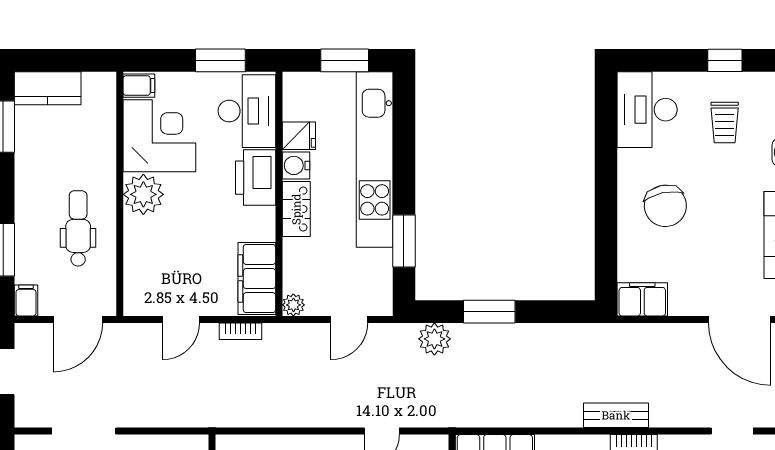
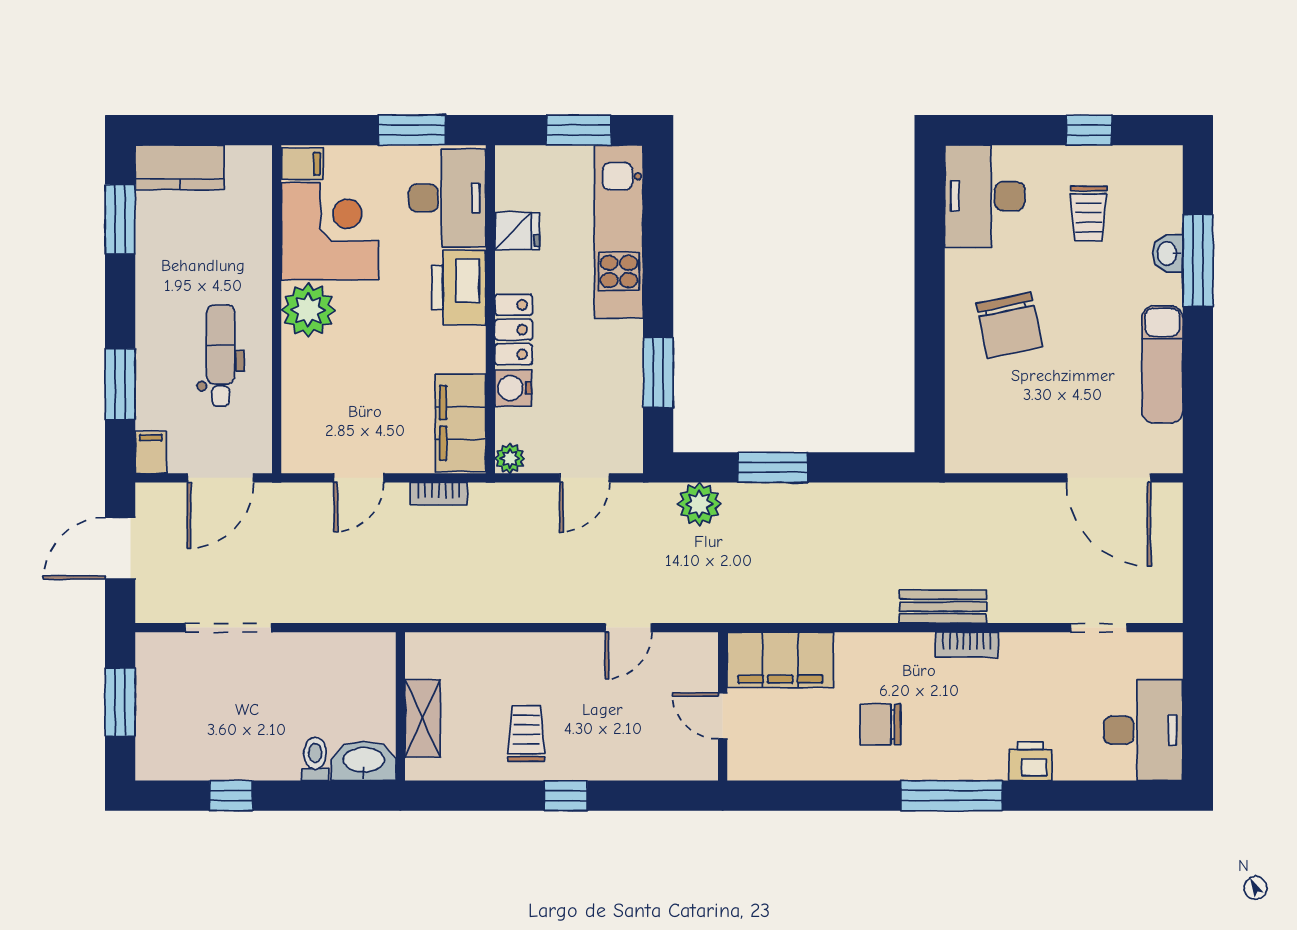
kitchen unit: (375, 159) -> (619, 232), width x0.73
water cooler: (296, 165) -> (513, 388), moved
filing cabinet: (642, 299) -> (978, 451), removed

